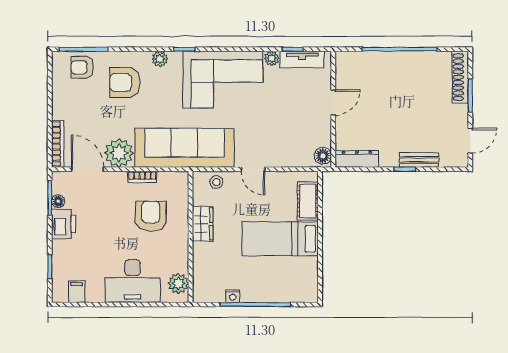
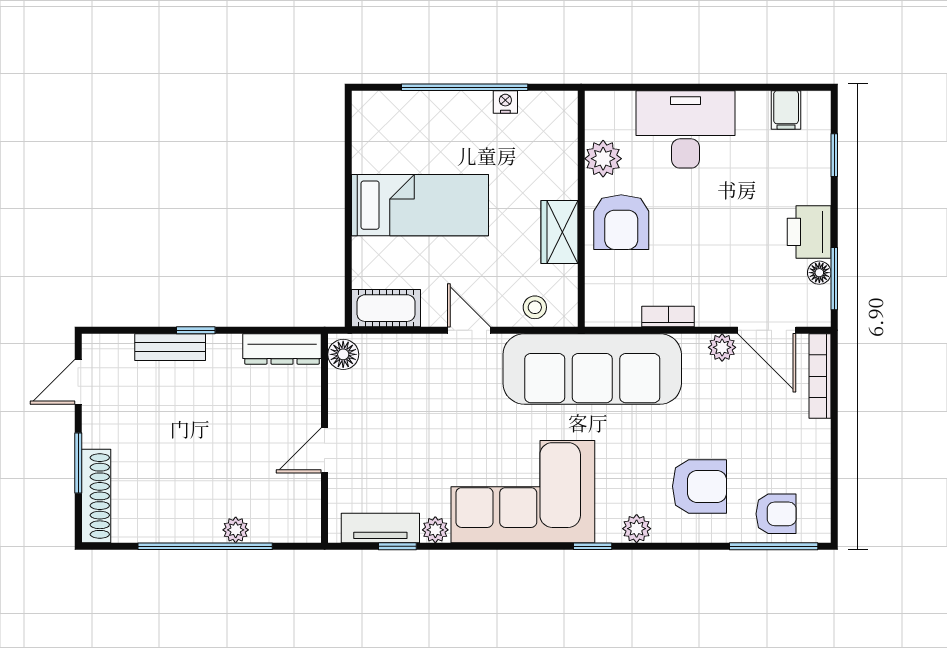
plant: (383, 58) -> (236, 530), added
plant: (119, 153) -> (722, 347), width x0.53, depth x0.53
cot: (308, 201) -> (386, 308), moved, turned 90
armchair: (151, 216) -> (621, 222), moved
plant: (178, 284) -> (603, 159), moved

